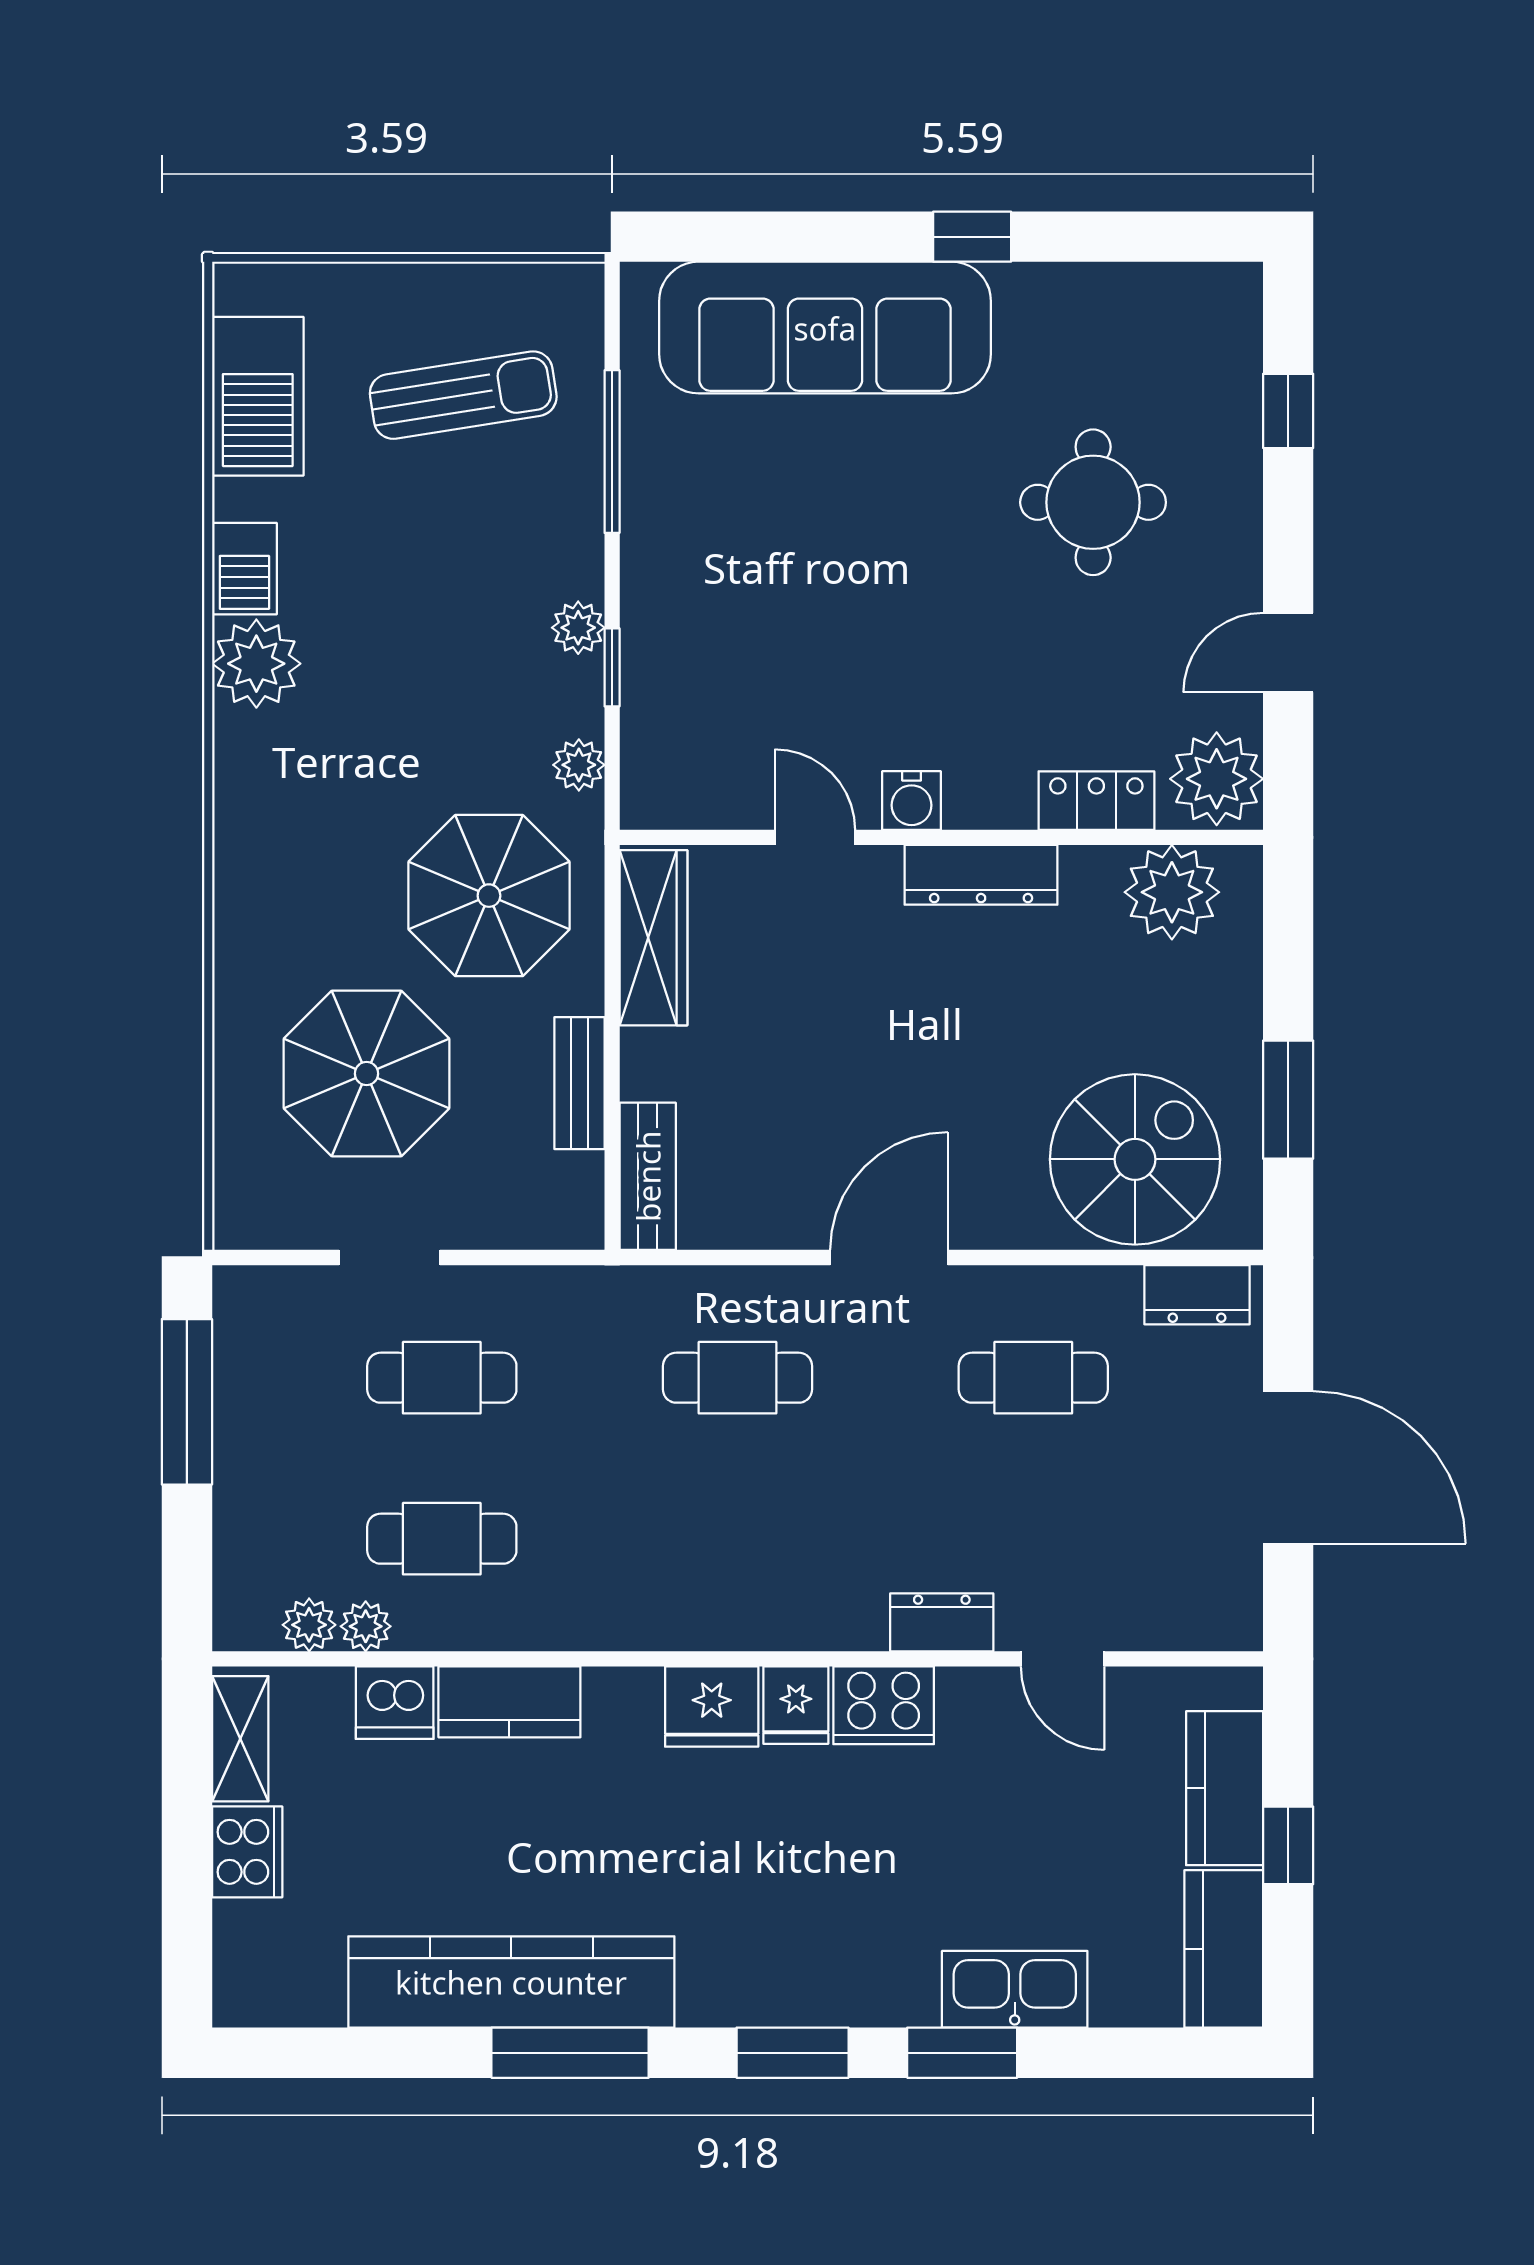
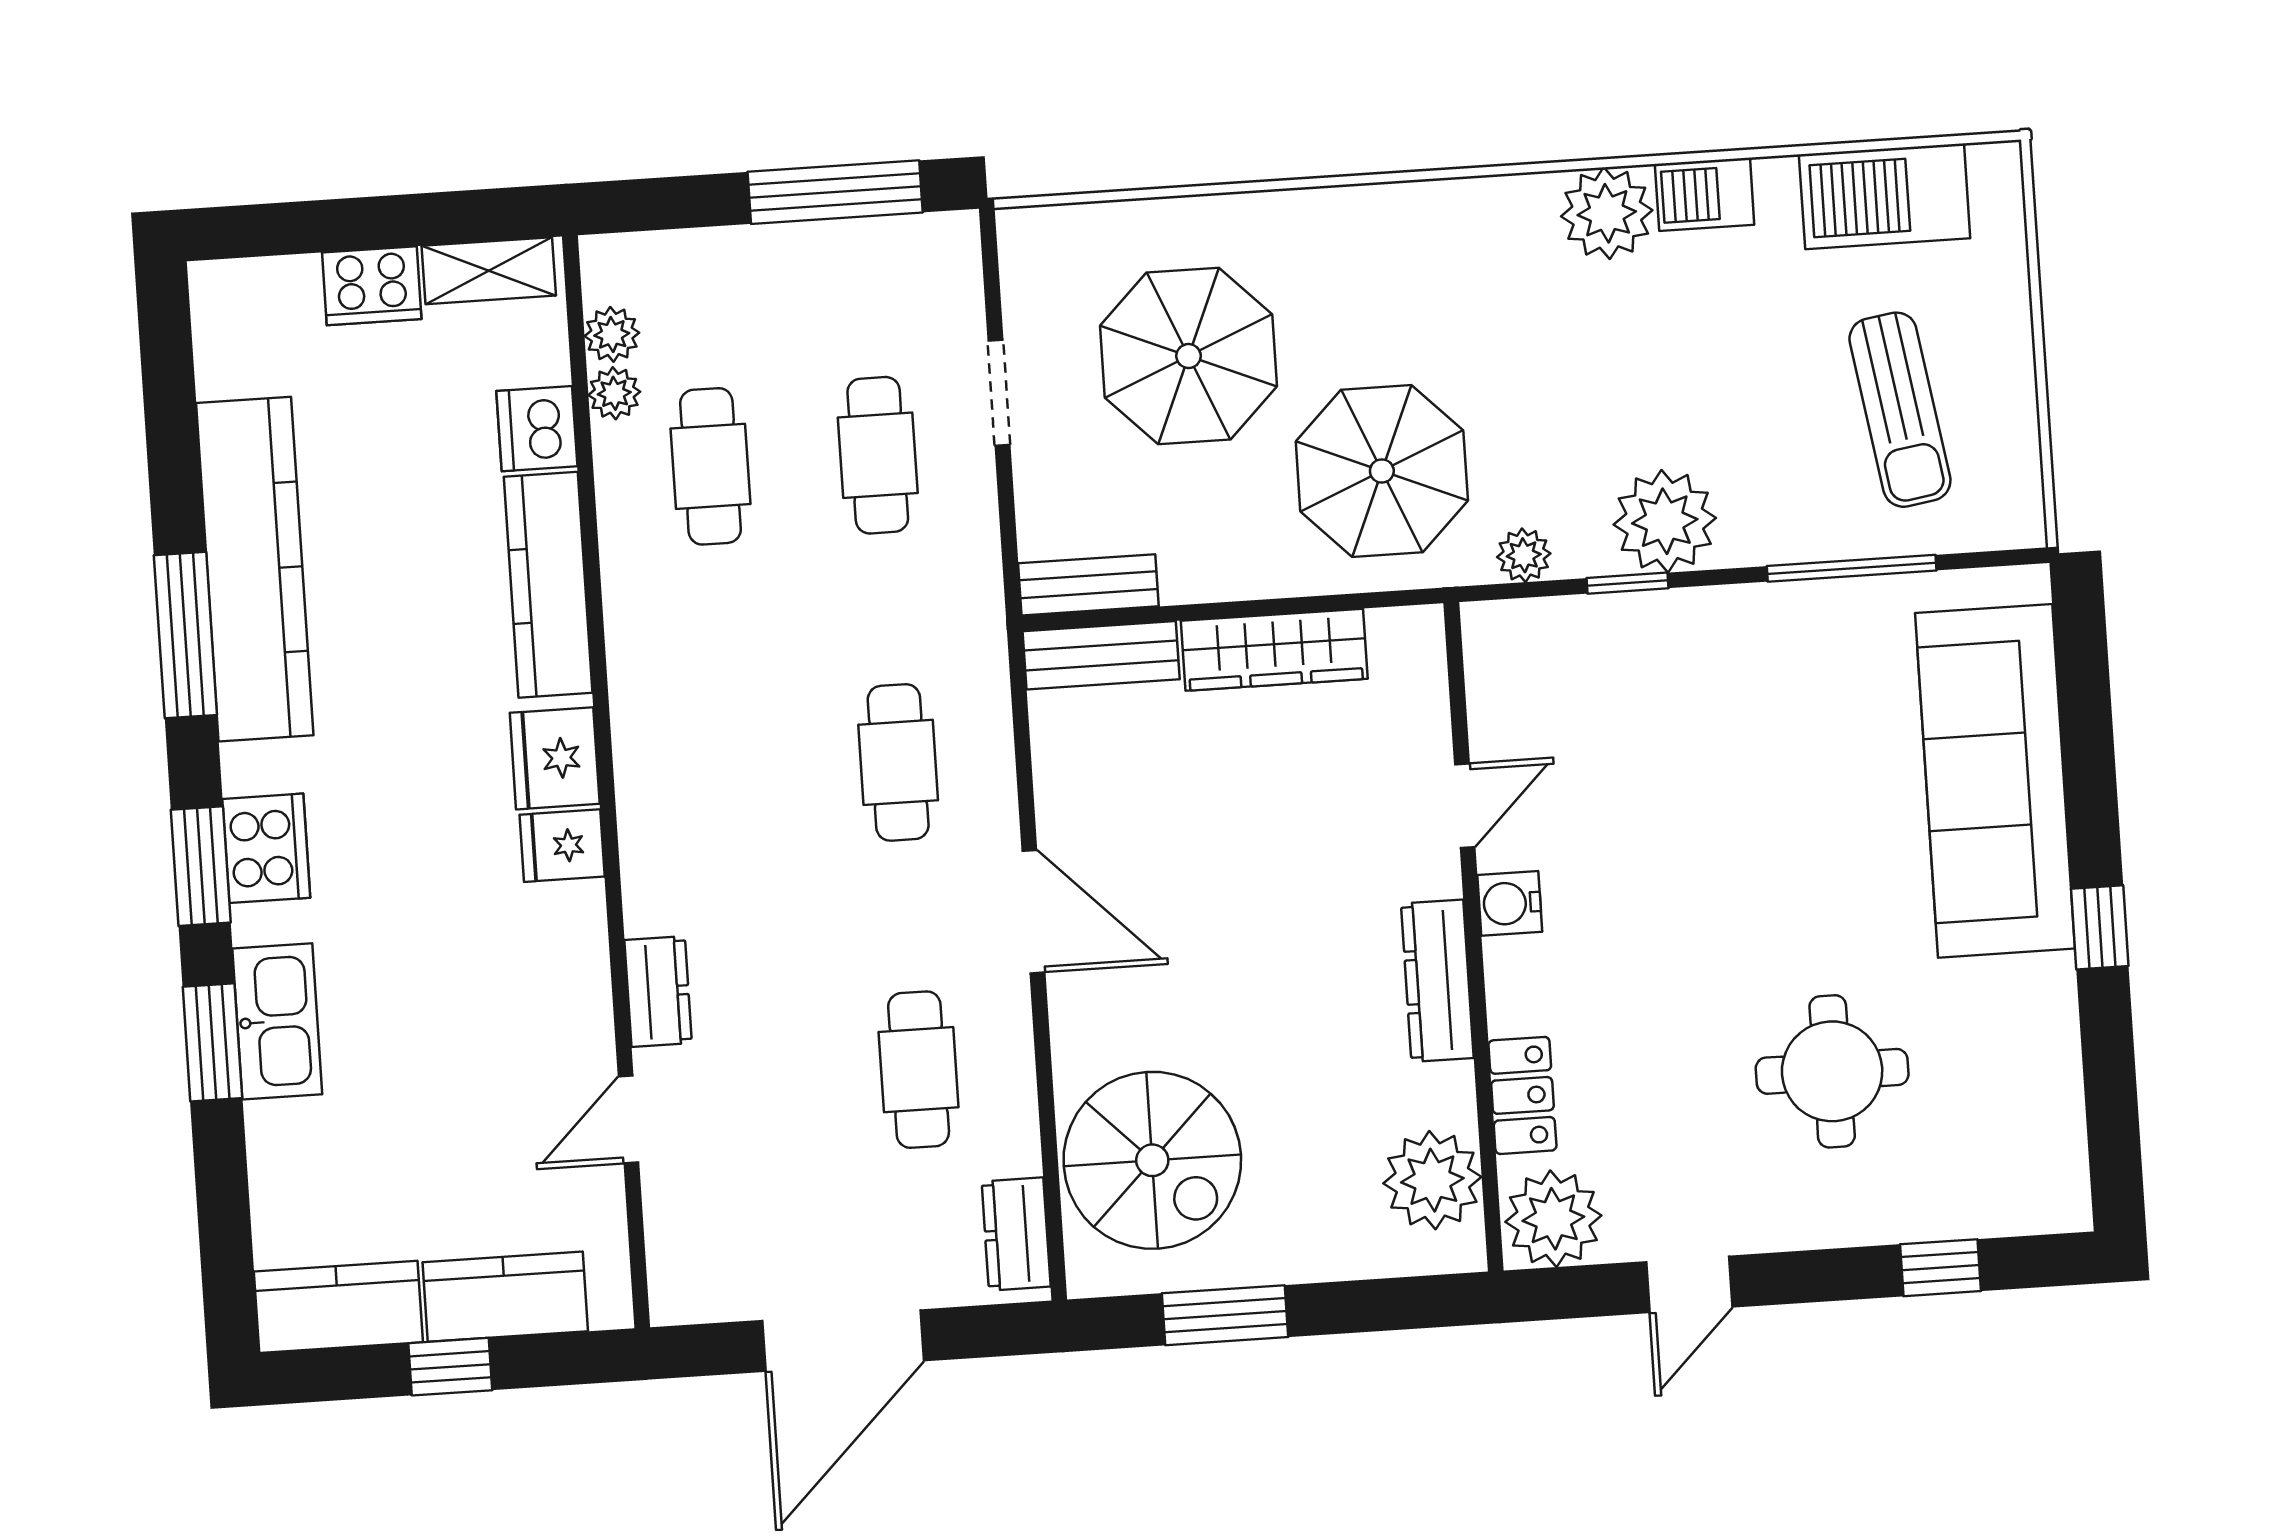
plant: (578, 628) -> (1665, 521), width x1.88, depth x1.88
door: (1288, 653) -> (1689, 1284), swing flipped
wardrobe: (653, 938) -> (1274, 650), moved
bench: (579, 1083) -> (1088, 585), moved
kitchen counter: (509, 1702) -> (548, 585), width x1.50
cooker: (884, 1705) -> (266, 848), moved, turned 180
kitchen sink: (1015, 1989) -> (277, 1021), moved

